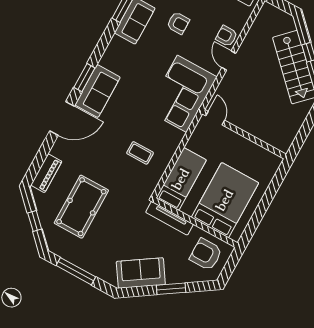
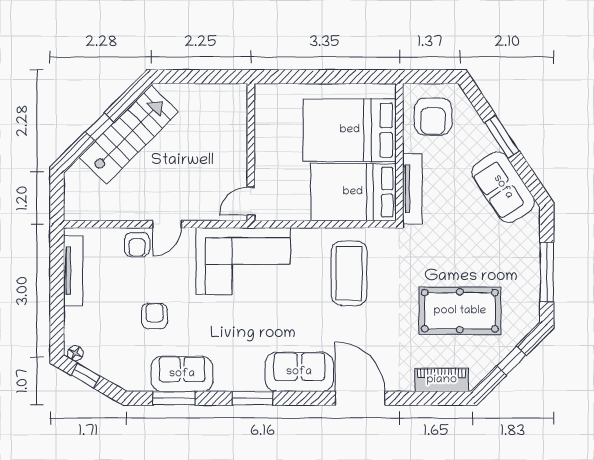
window: (84, 78) -> (253, 398), moved
coffee table: (140, 153) -> (349, 273), width x1.86, depth x1.72
bed: (181, 179) -> (353, 192), width x1.50

